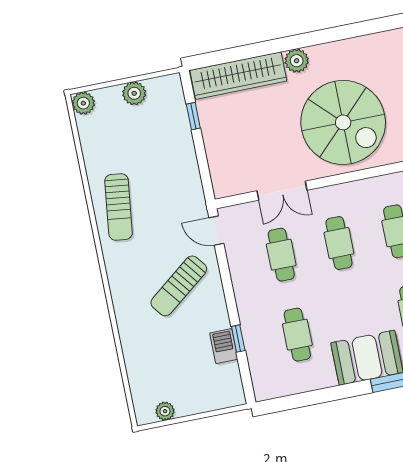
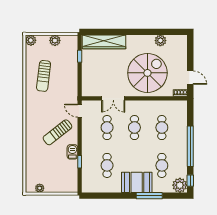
plant: (297, 61) -> (160, 41), moved
spiral stairs: (343, 122) -> (147, 73), turned -90
sun lounger: (119, 207) -> (44, 76), moved
barbecue: (224, 346) -> (72, 152), moved

